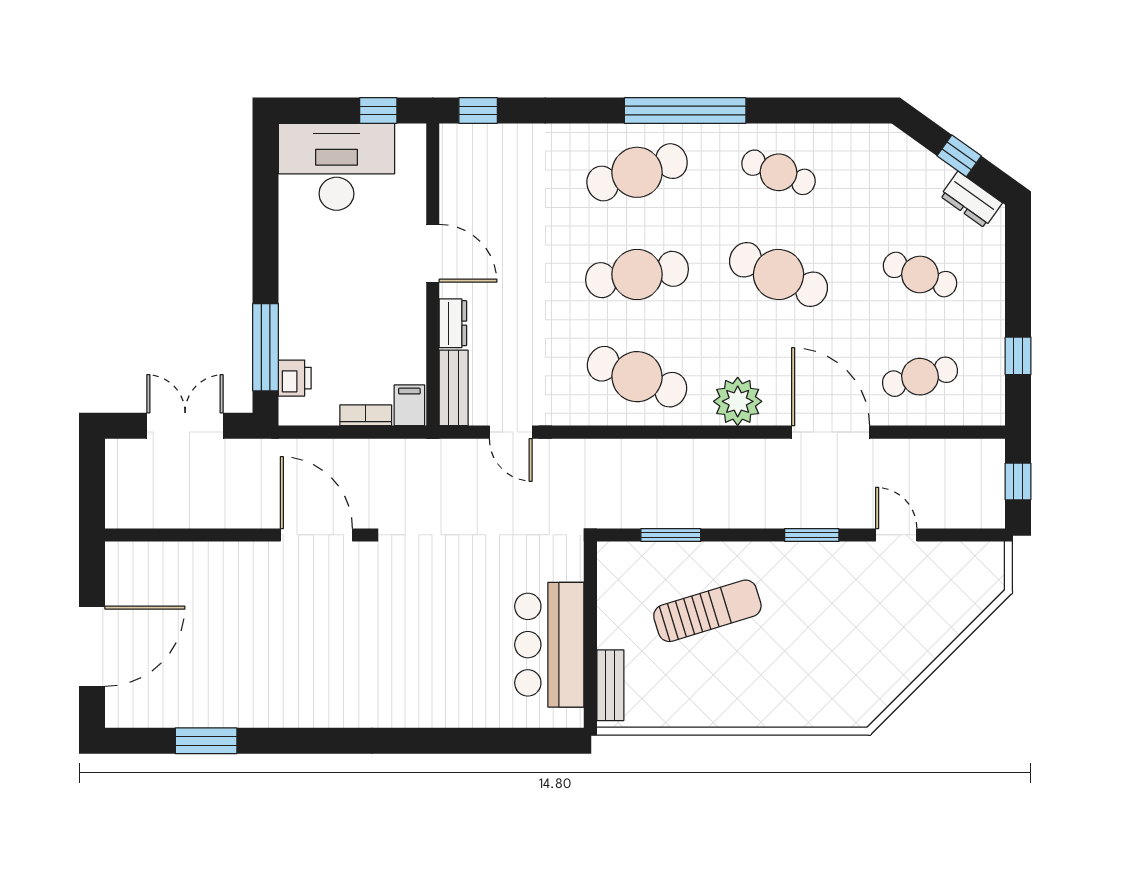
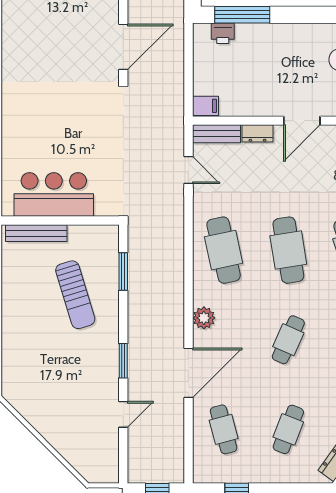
cafe table: (779, 274) -> (288, 340), width x0.73, depth x0.74
cafe table: (637, 377) -> (224, 250), turned -33
plant: (738, 401) -> (204, 318), width x0.73, depth x0.73
bookcase: (366, 415) -> (199, 78), removed
door: (511, 432) -> (188, 170), swing flipped
bench: (610, 685) -> (36, 233), width x1.36

